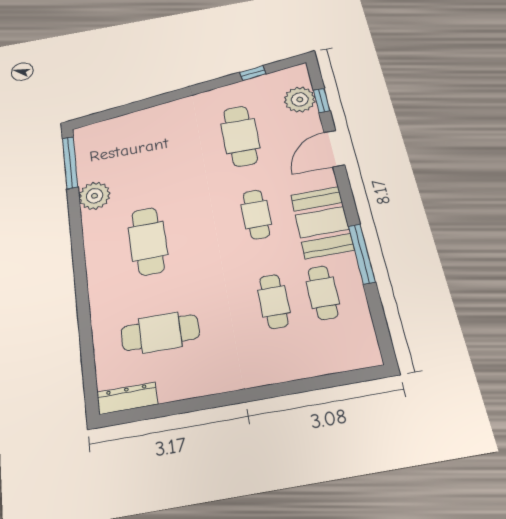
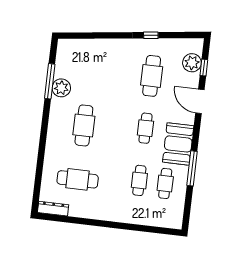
window: (253, 73) -> (151, 35), moved
door: (334, 149) -> (200, 101), hinge flipped
window: (70, 162) -> (50, 81), moved

